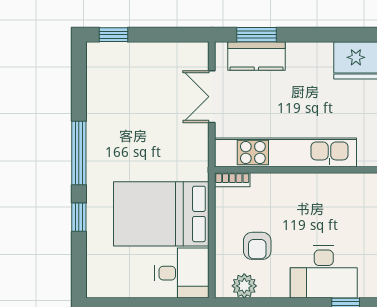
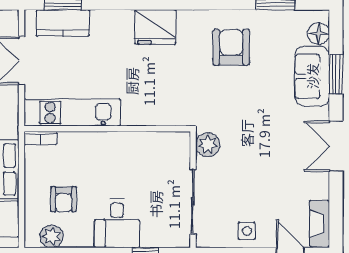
kitchen unit: (285, 152) -> (72, 113), width x0.73
desk: (324, 272) -> (117, 223), width x0.73

